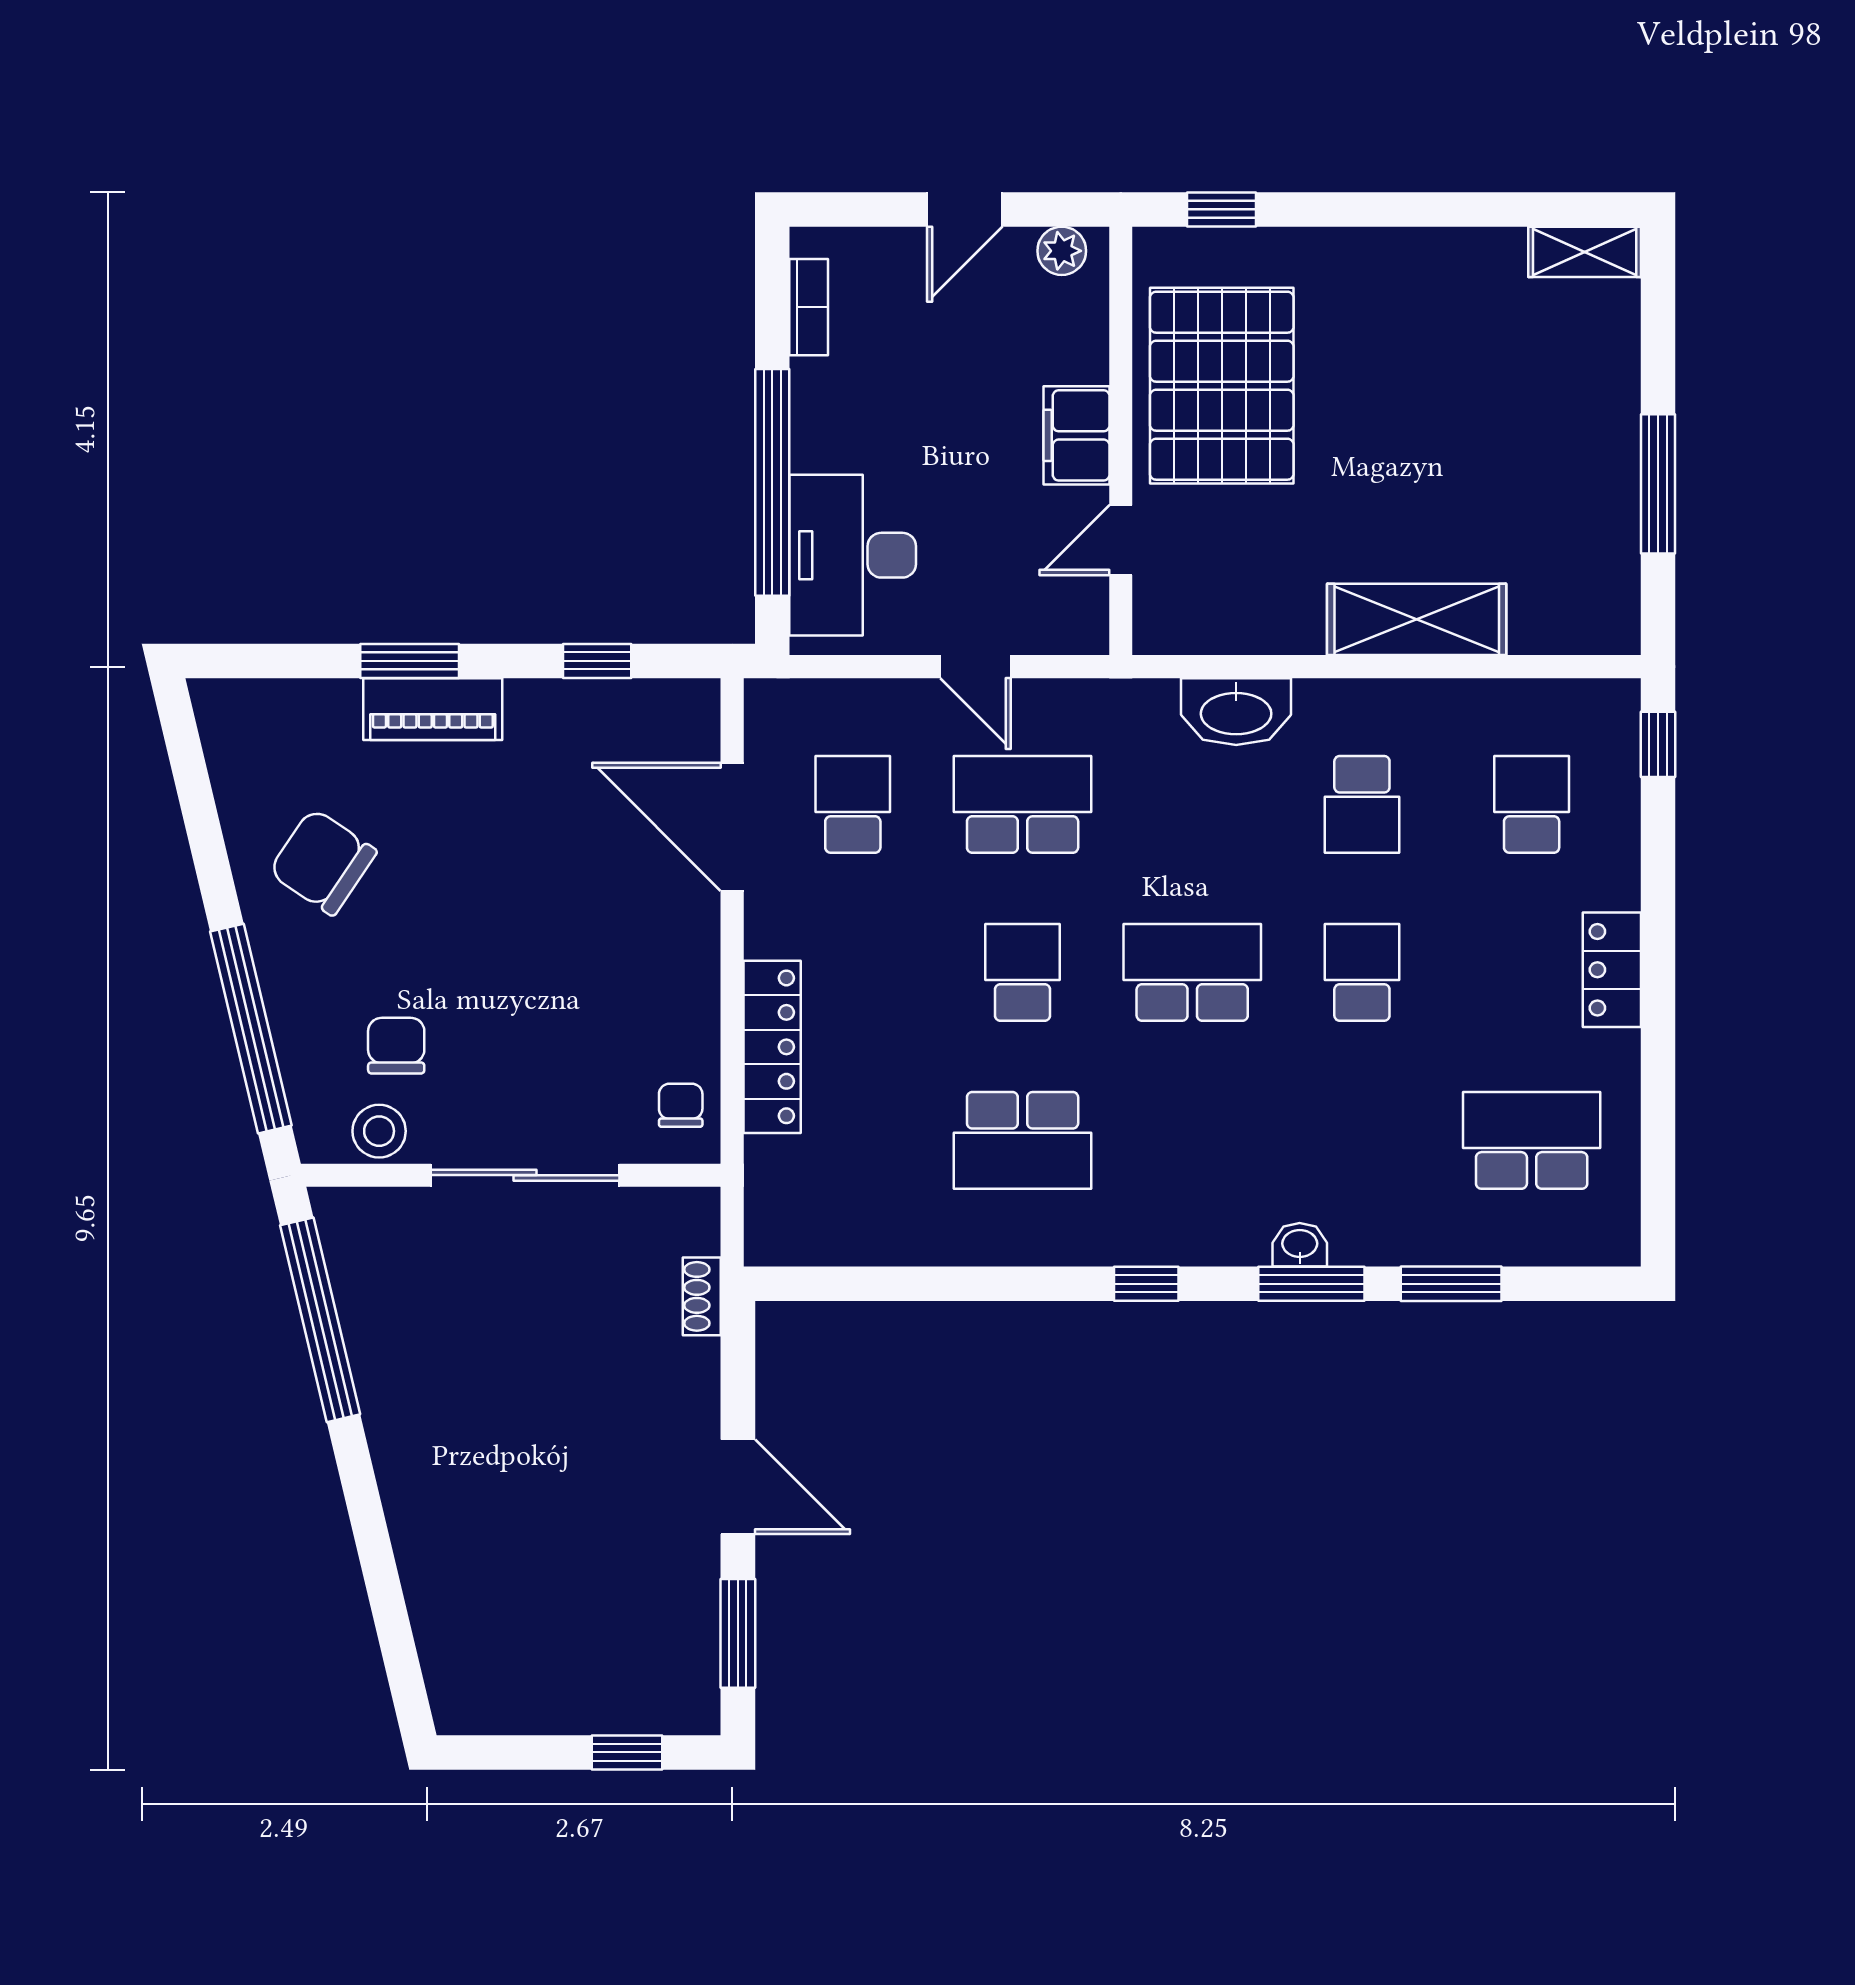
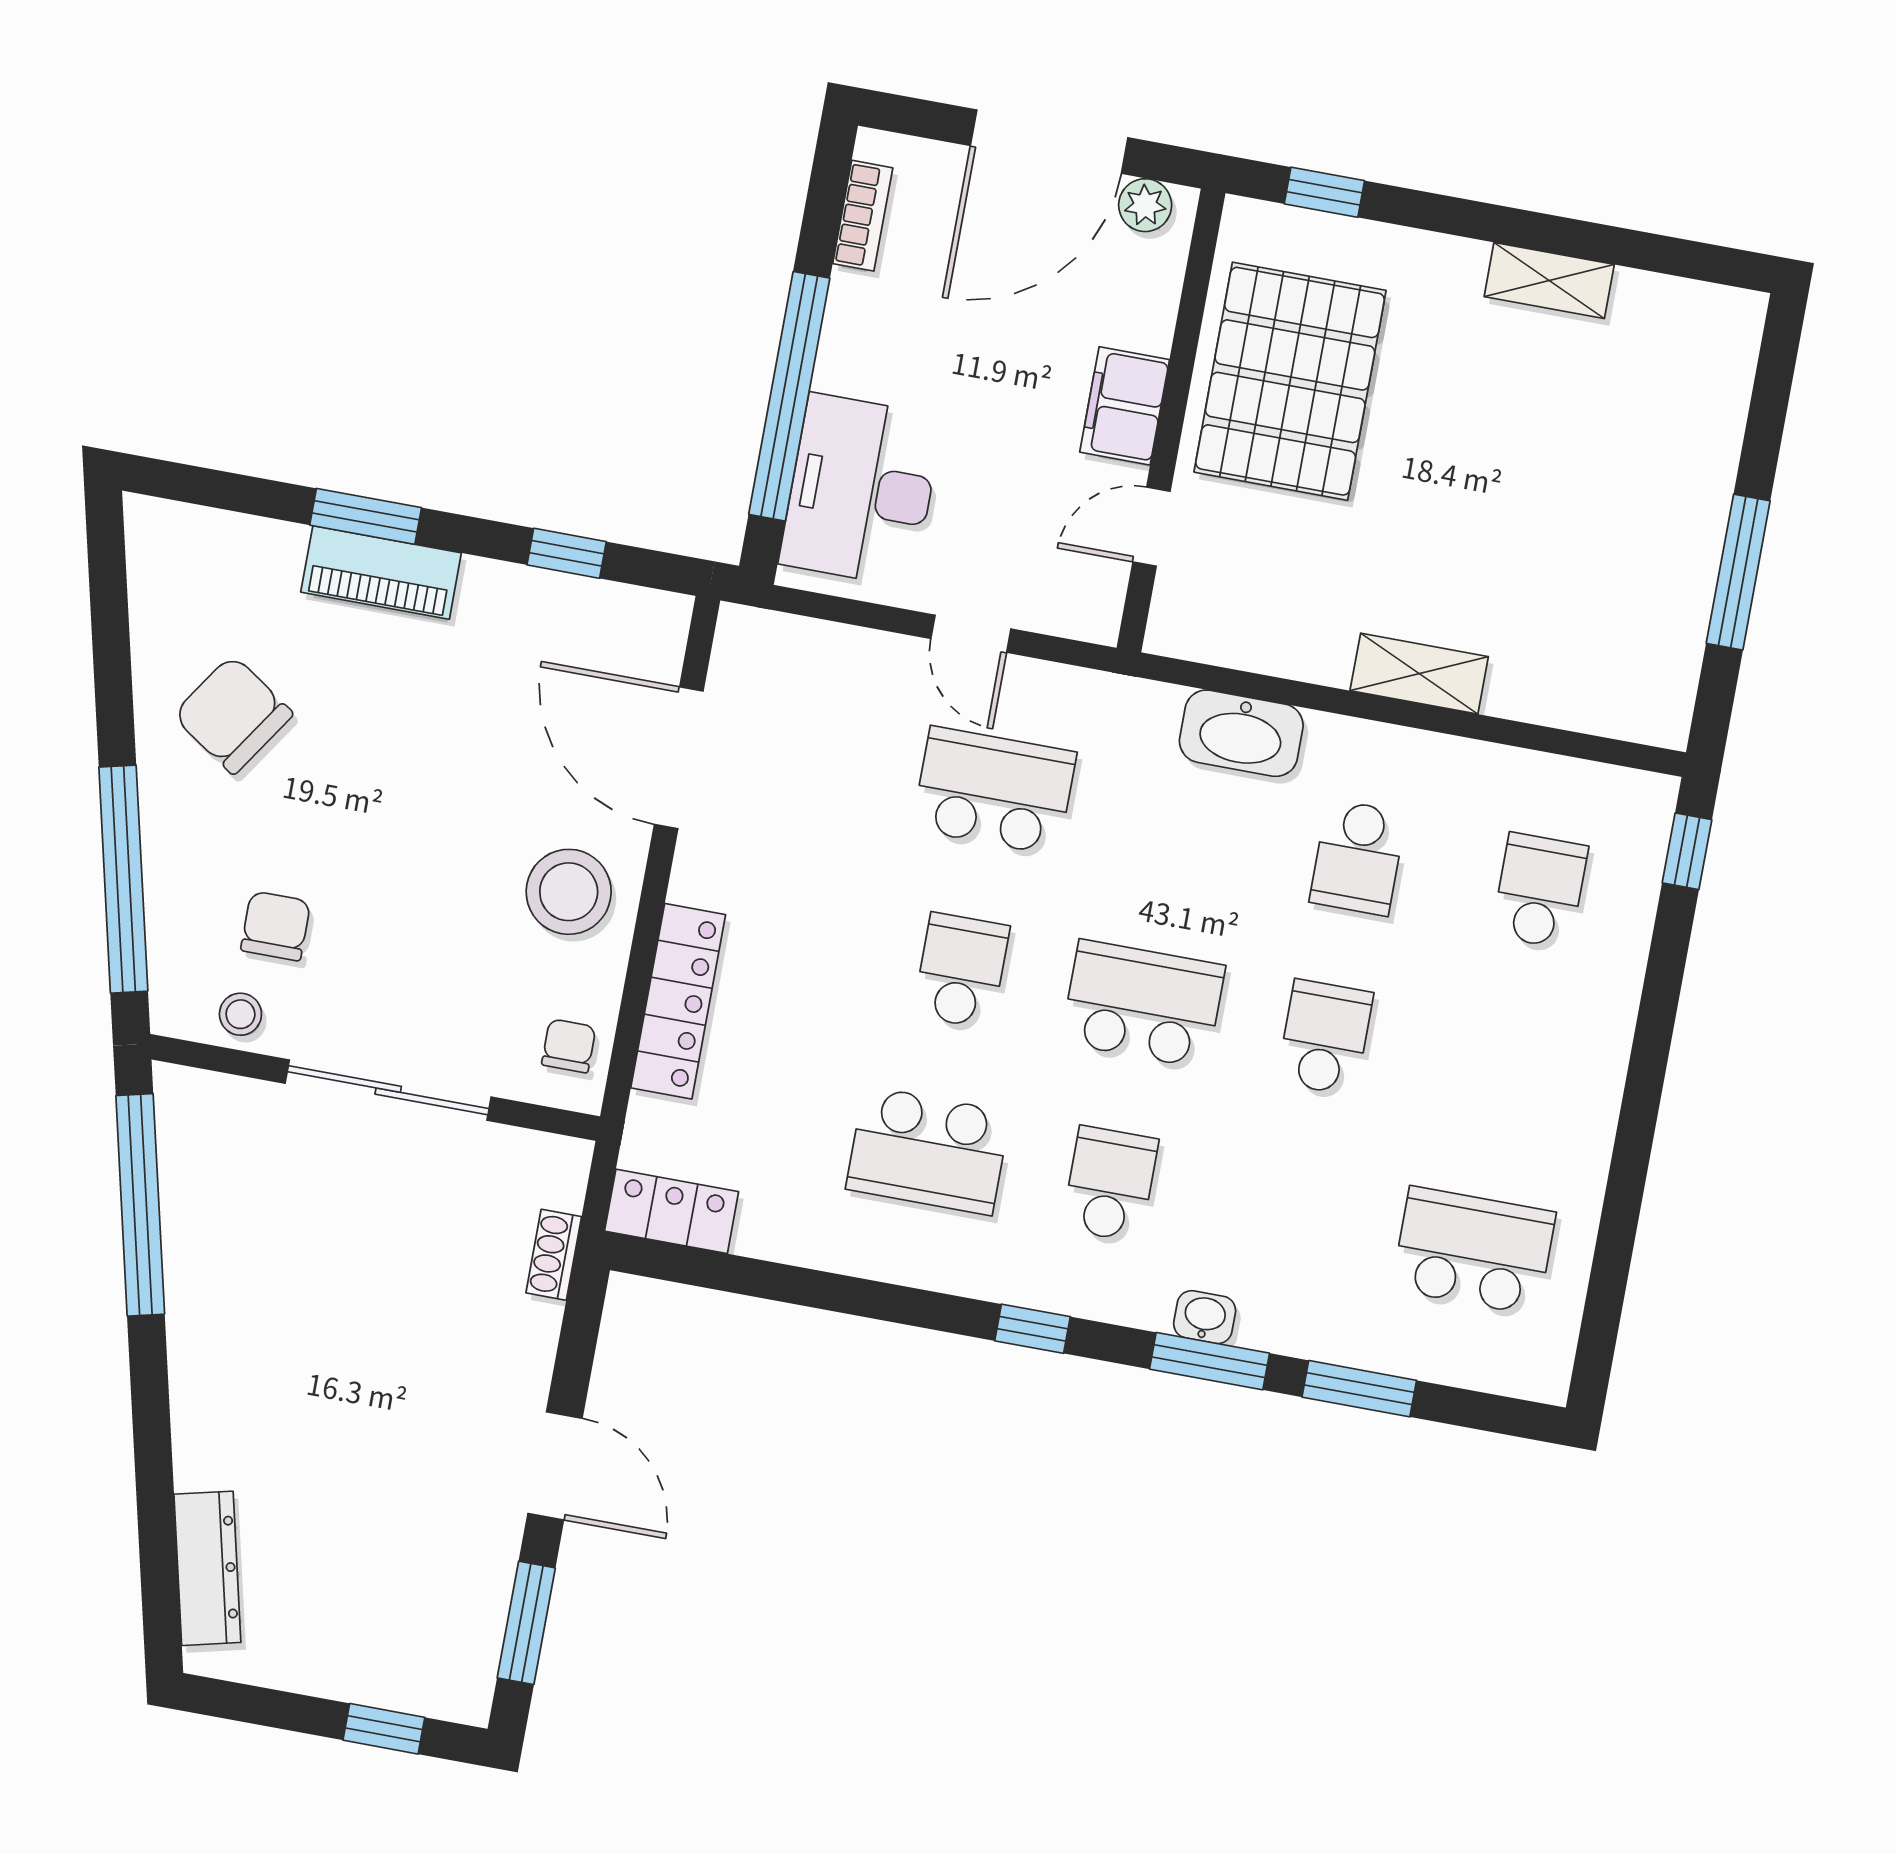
door: (965, 209) -> (1049, 142), width x1.88
shelving: (1585, 252) -> (1549, 280), moved
shelving: (1417, 619) -> (1419, 674), width x0.67, depth x0.75
school desk: (853, 804) -> (1110, 1184), moved
stool: (655, 966) -> (569, 892), added
locker: (1612, 970) -> (672, 1211), moved, turned 90
stool: (379, 1131) -> (240, 1014), width x0.73, depth x0.73
dresser: (441, 1637) -> (207, 1568), added

